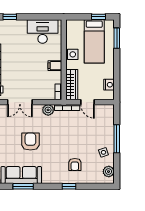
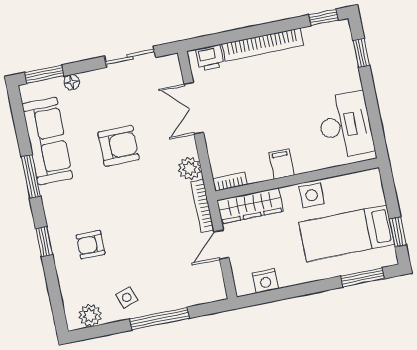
window: (23, 186) -> (31, 176), moved

